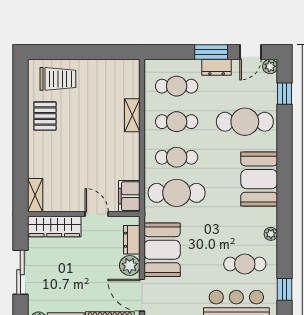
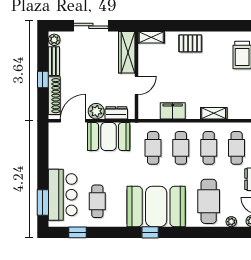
window: (284, 94) -> (150, 232), moved
pallet: (45, 116) -> (190, 43), moved
booth: (259, 179) -> (156, 206), width x1.36, depth x1.42
cafe table: (177, 193) -> (153, 148), width x0.73, depth x0.74
filing cabinet: (129, 196) -> (173, 111), moved
plant: (271, 234) -> (231, 222), moved

